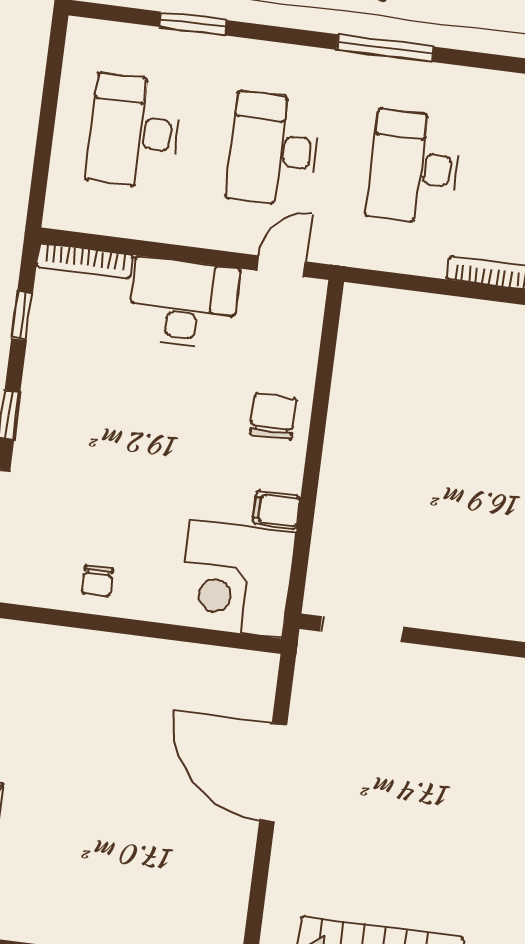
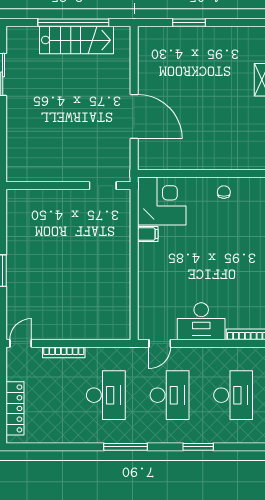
window: (193, 24) -> (198, 447), moved
chair: (273, 416) -> (155, 276), removed
doorway: (362, 629) -> (103, 186), width x0.73

